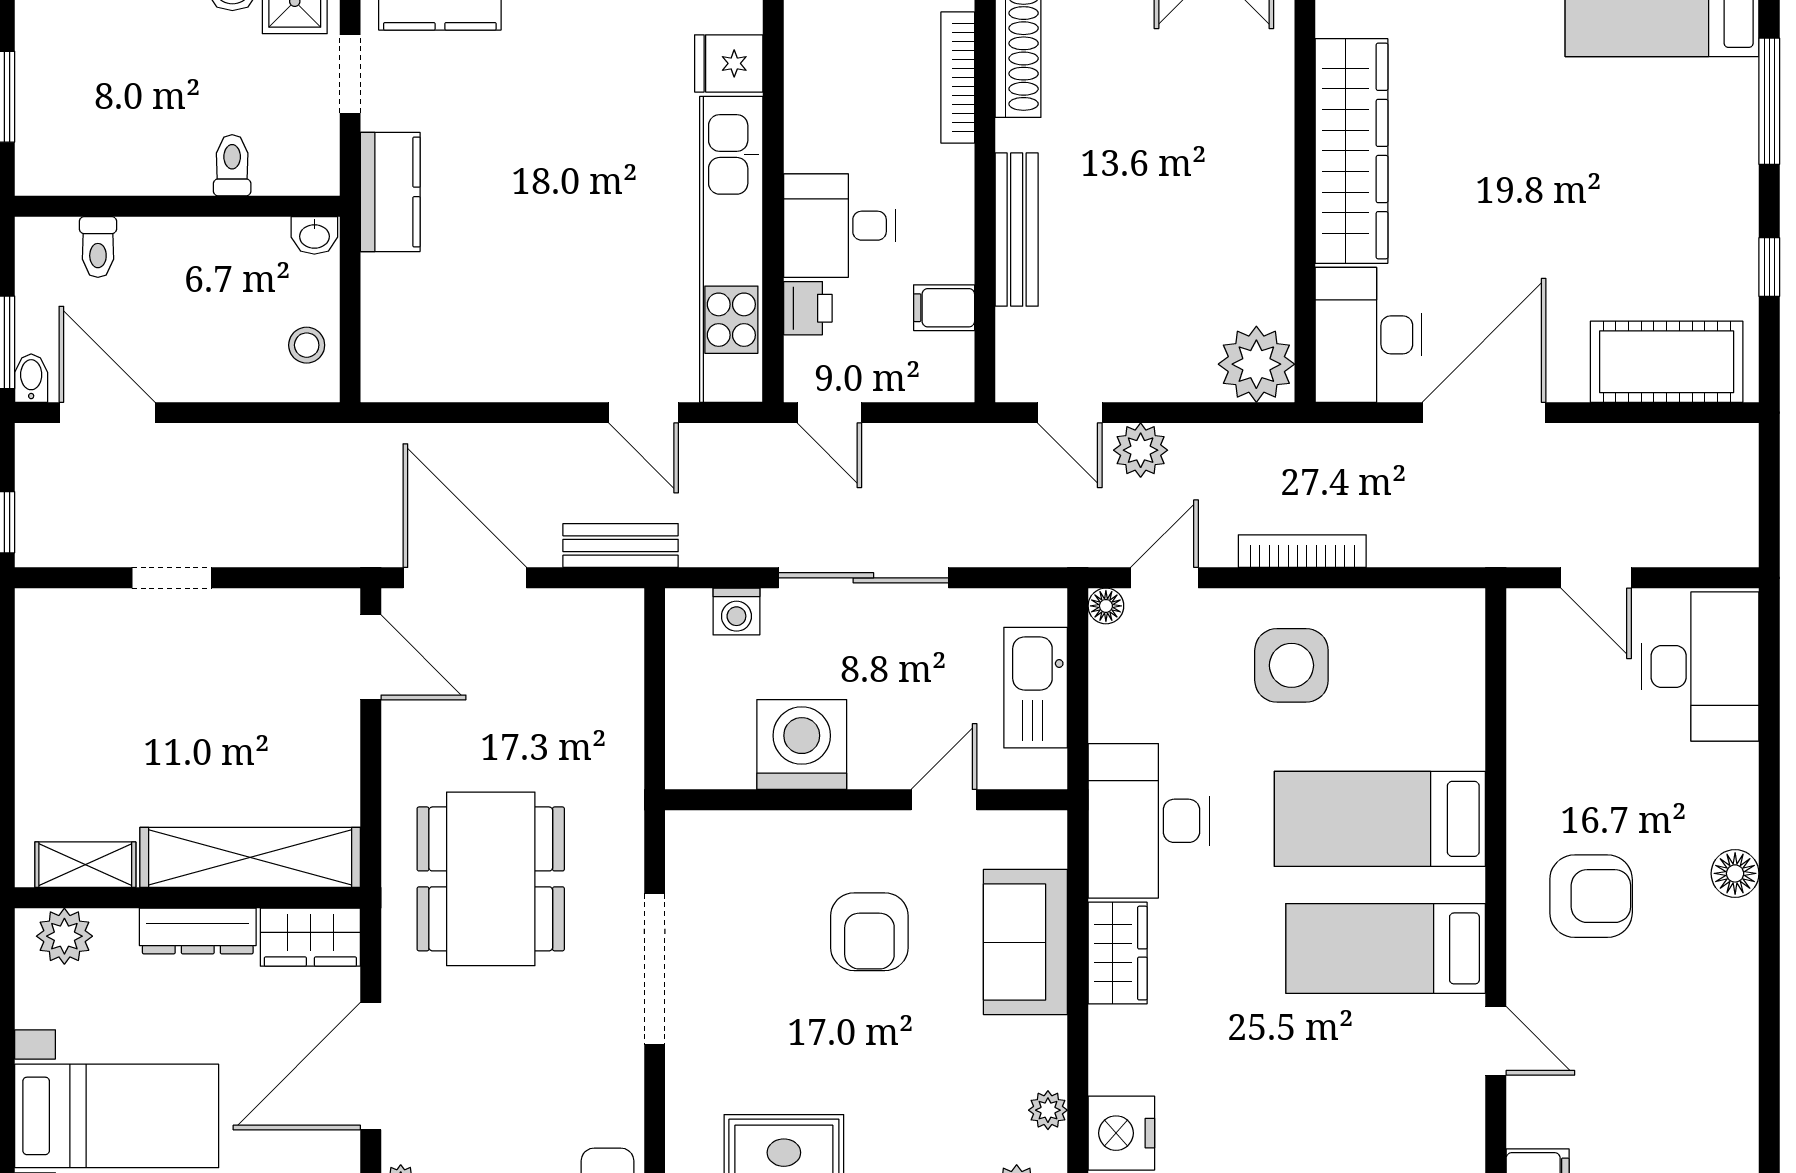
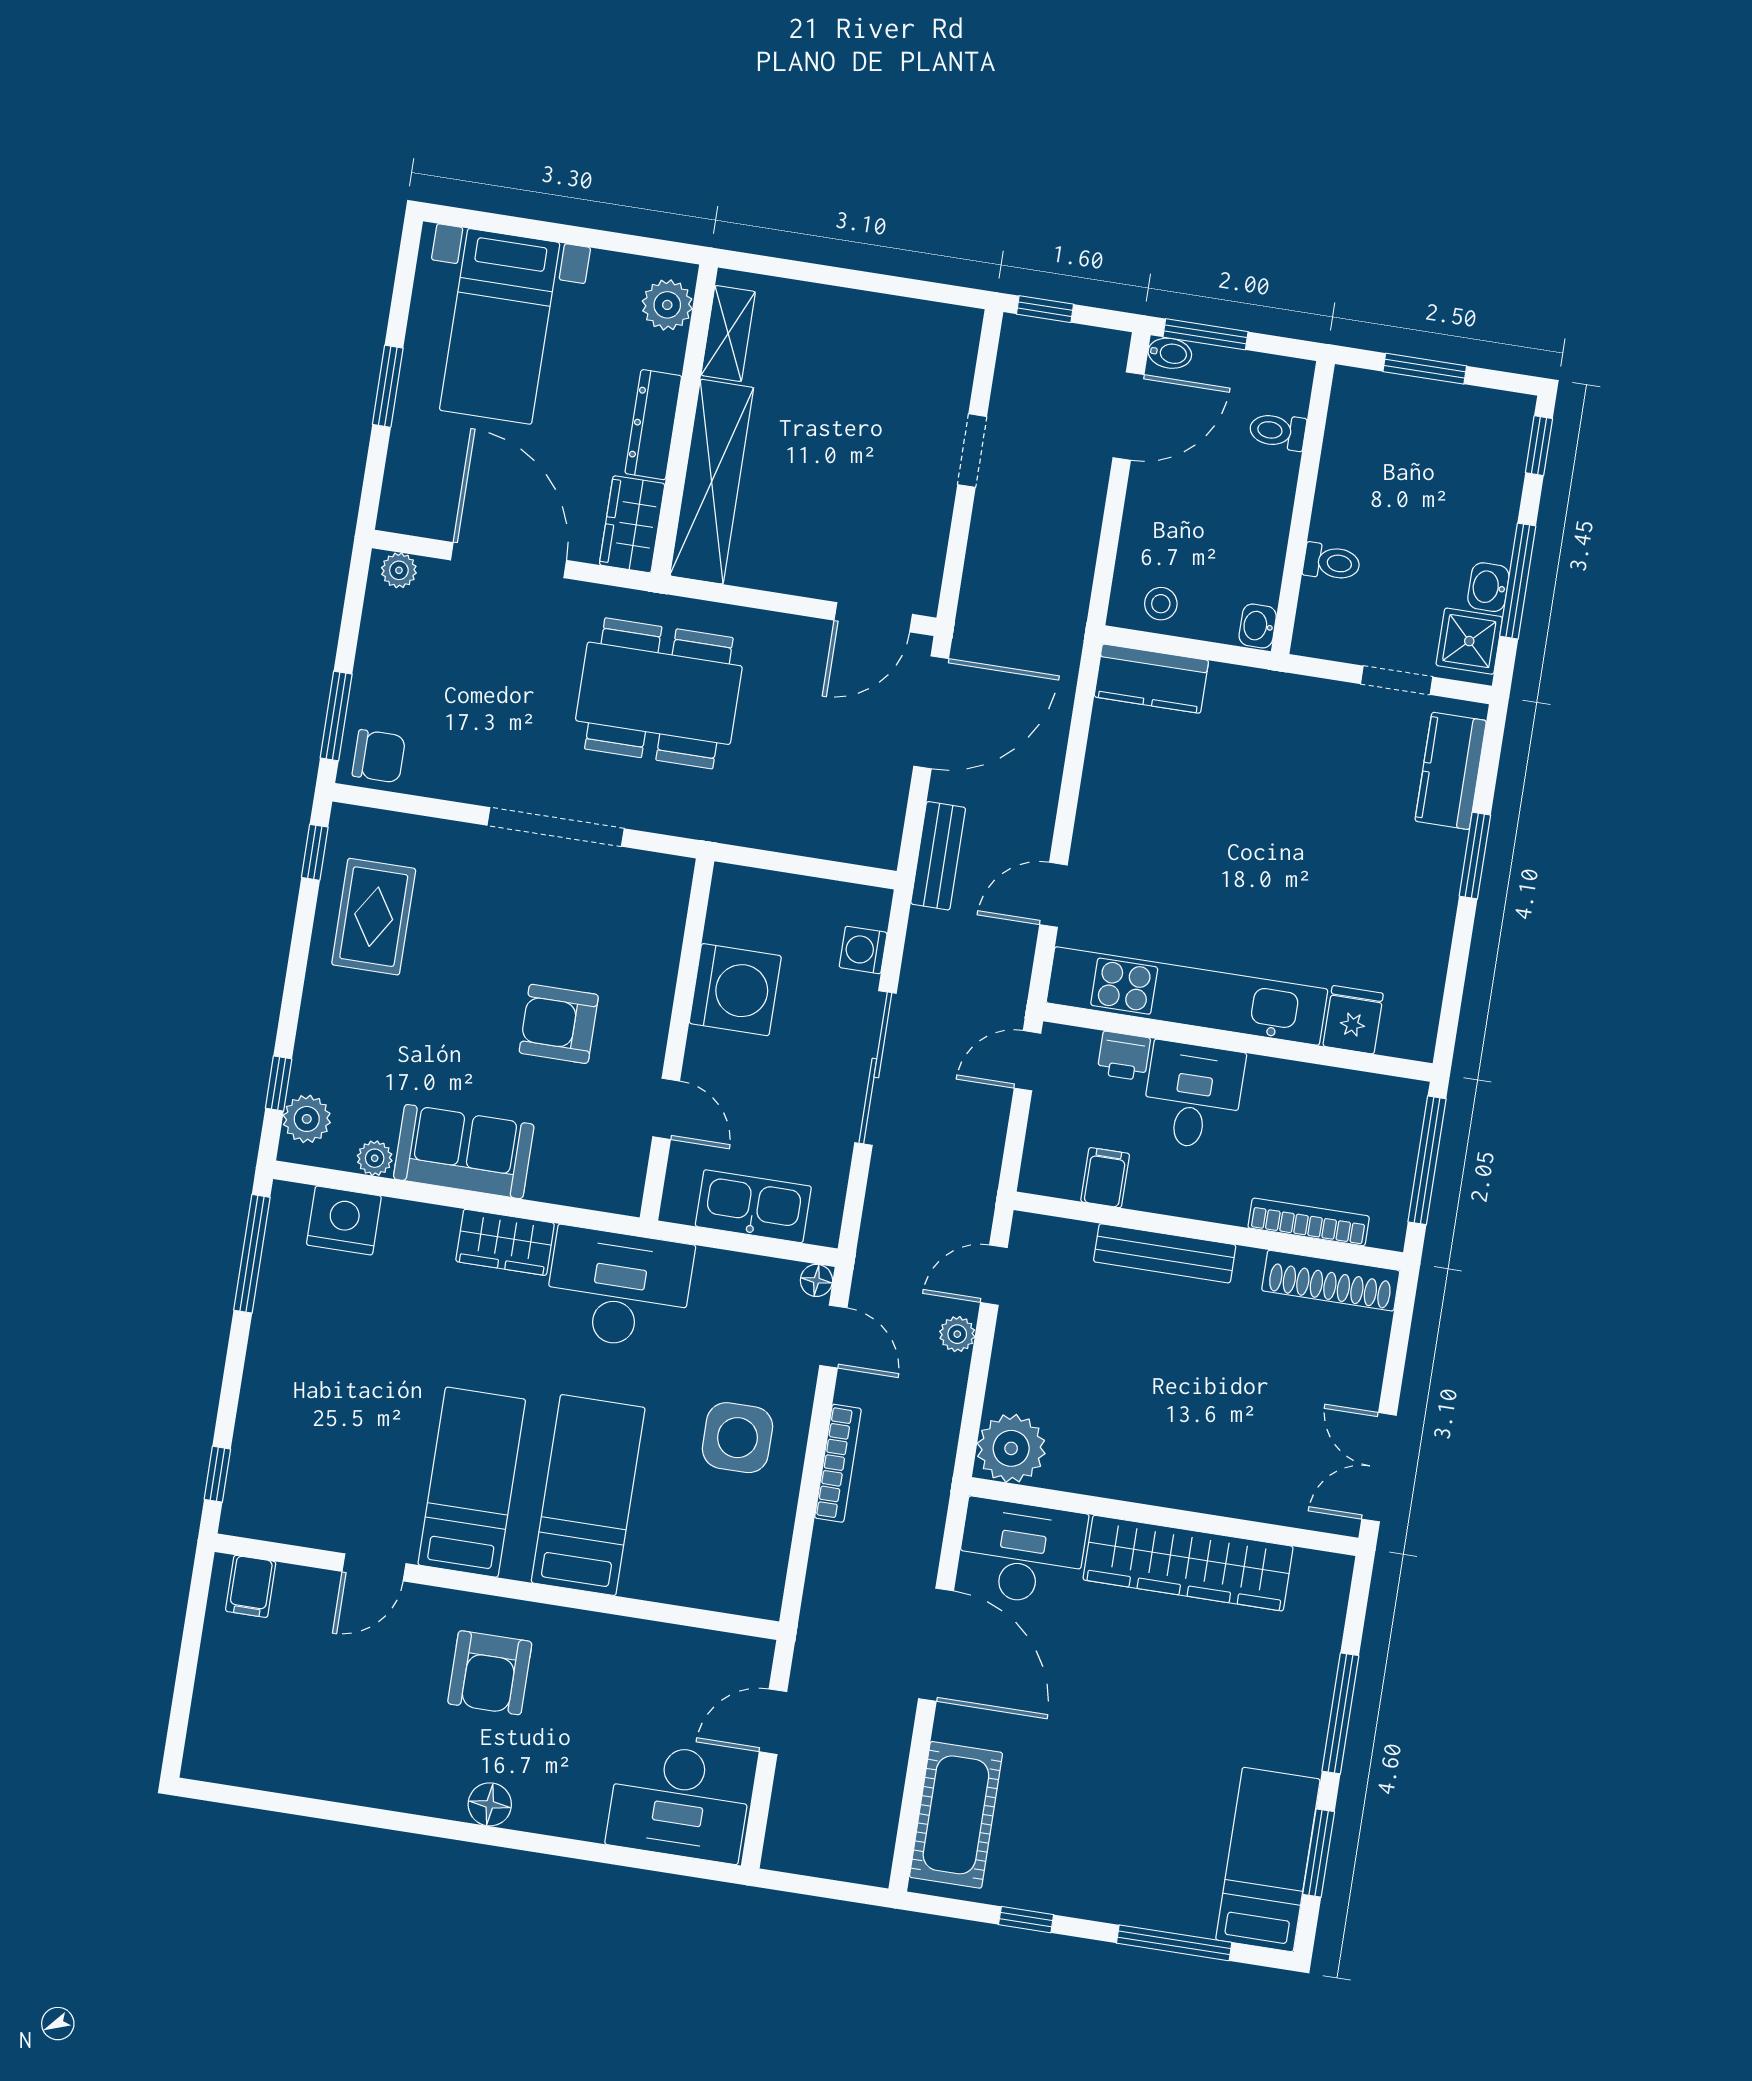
kitchen counter: (390, 192) -> (1151, 679), moved
plant: (1141, 450) -> (957, 1334), width x0.73, depth x0.73
sofa: (1025, 942) -> (464, 1152), moved

